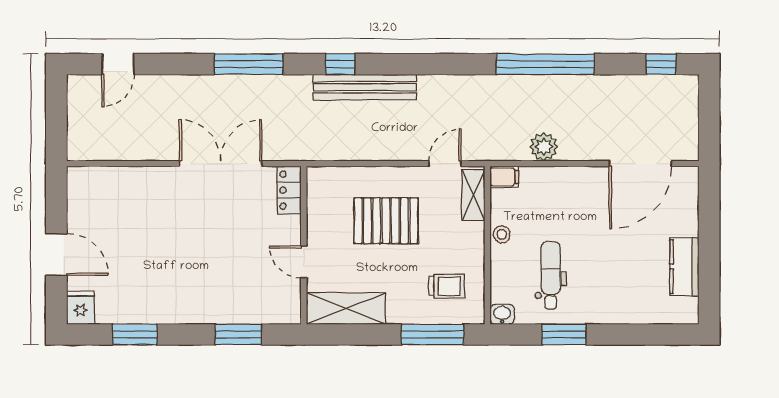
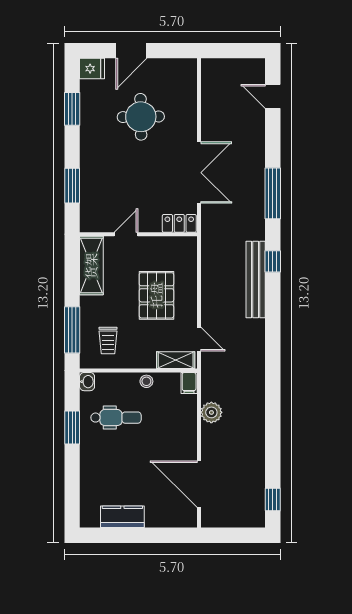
window: (545, 64) -> (273, 414), removed
round table: (145, 242) -> (141, 117), added

